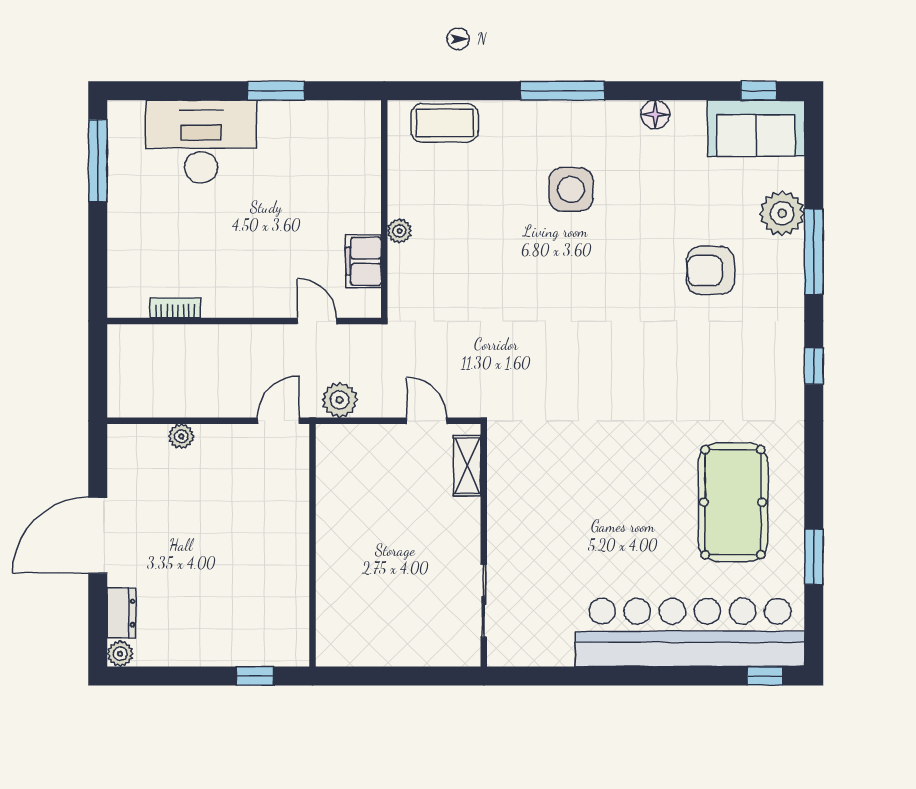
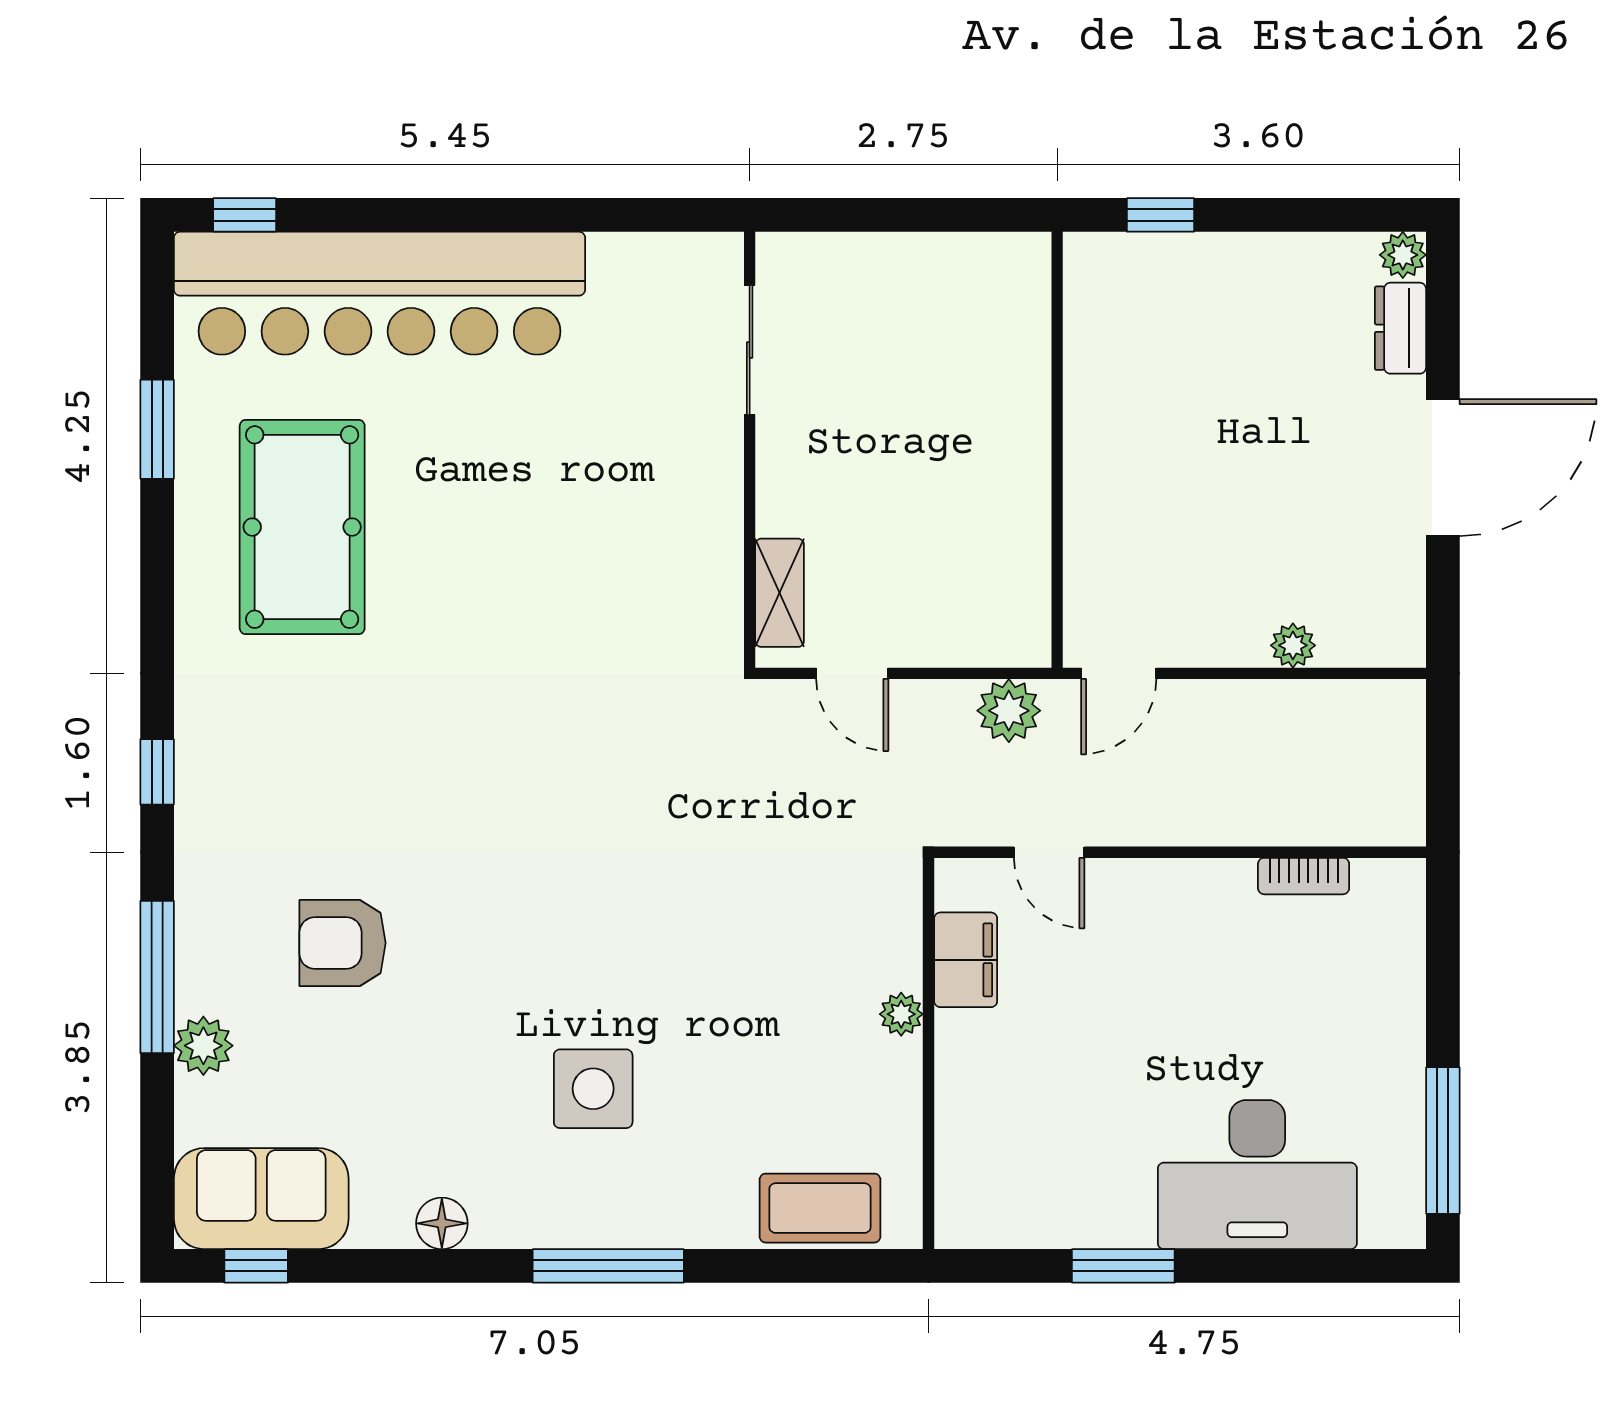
plant: (782, 213) -> (203, 1046), width x0.73, depth x0.73
armchair: (710, 271) -> (343, 943), turned 180

